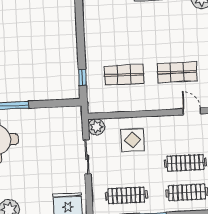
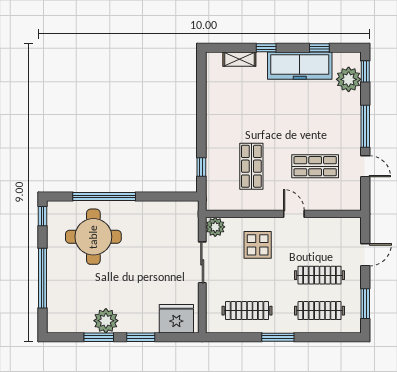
shop shelf: (124, 75) -> (251, 166), turned 90
door: (192, 111) -> (294, 214), moved

